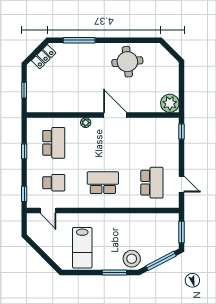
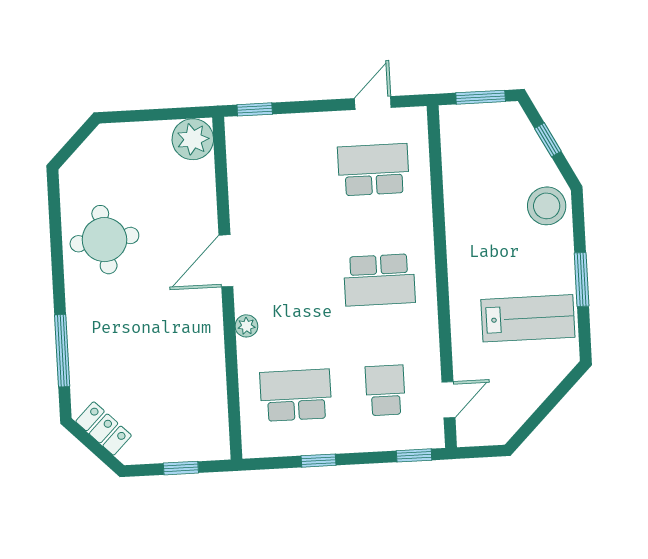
school desk: (103, 183) -> (379, 280), turned -90
window: (161, 261) -> (548, 140), width x0.46
window: (114, 272) -> (582, 280), moved

